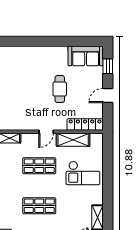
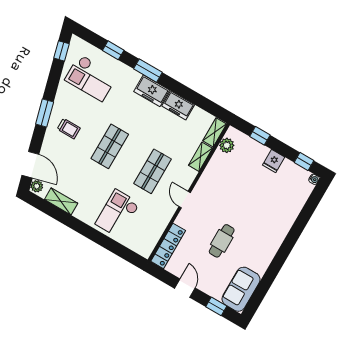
cafe table: (60, 89) -> (222, 241), turned 90
shelving: (73, 140) -> (159, 224), removed

